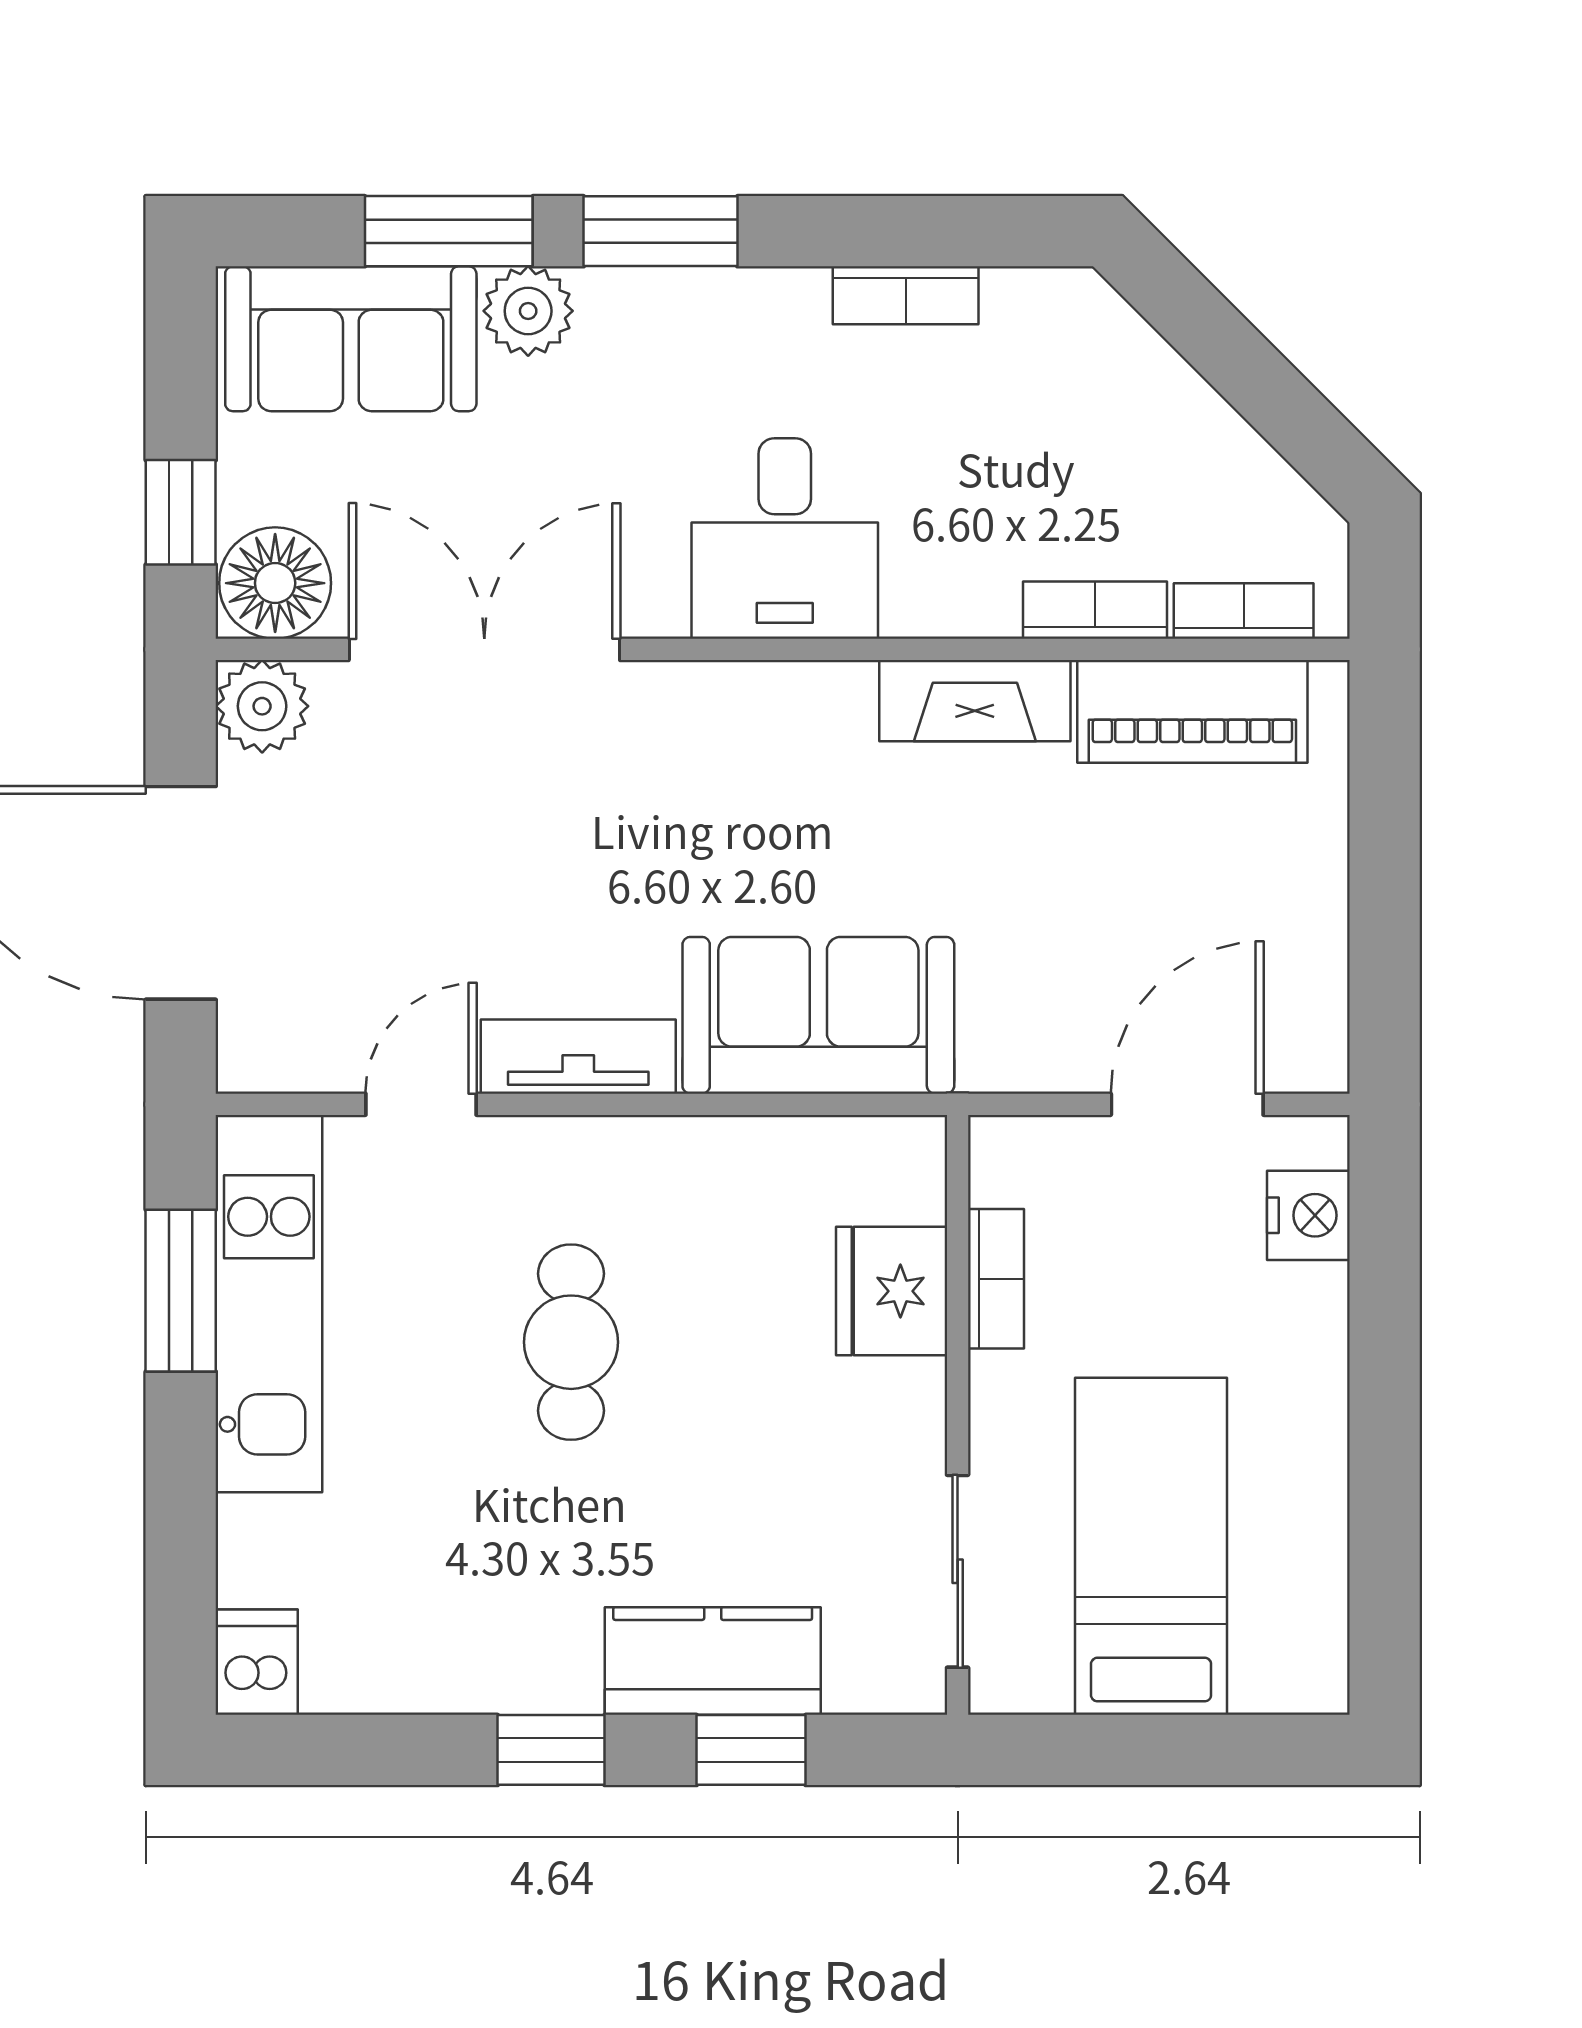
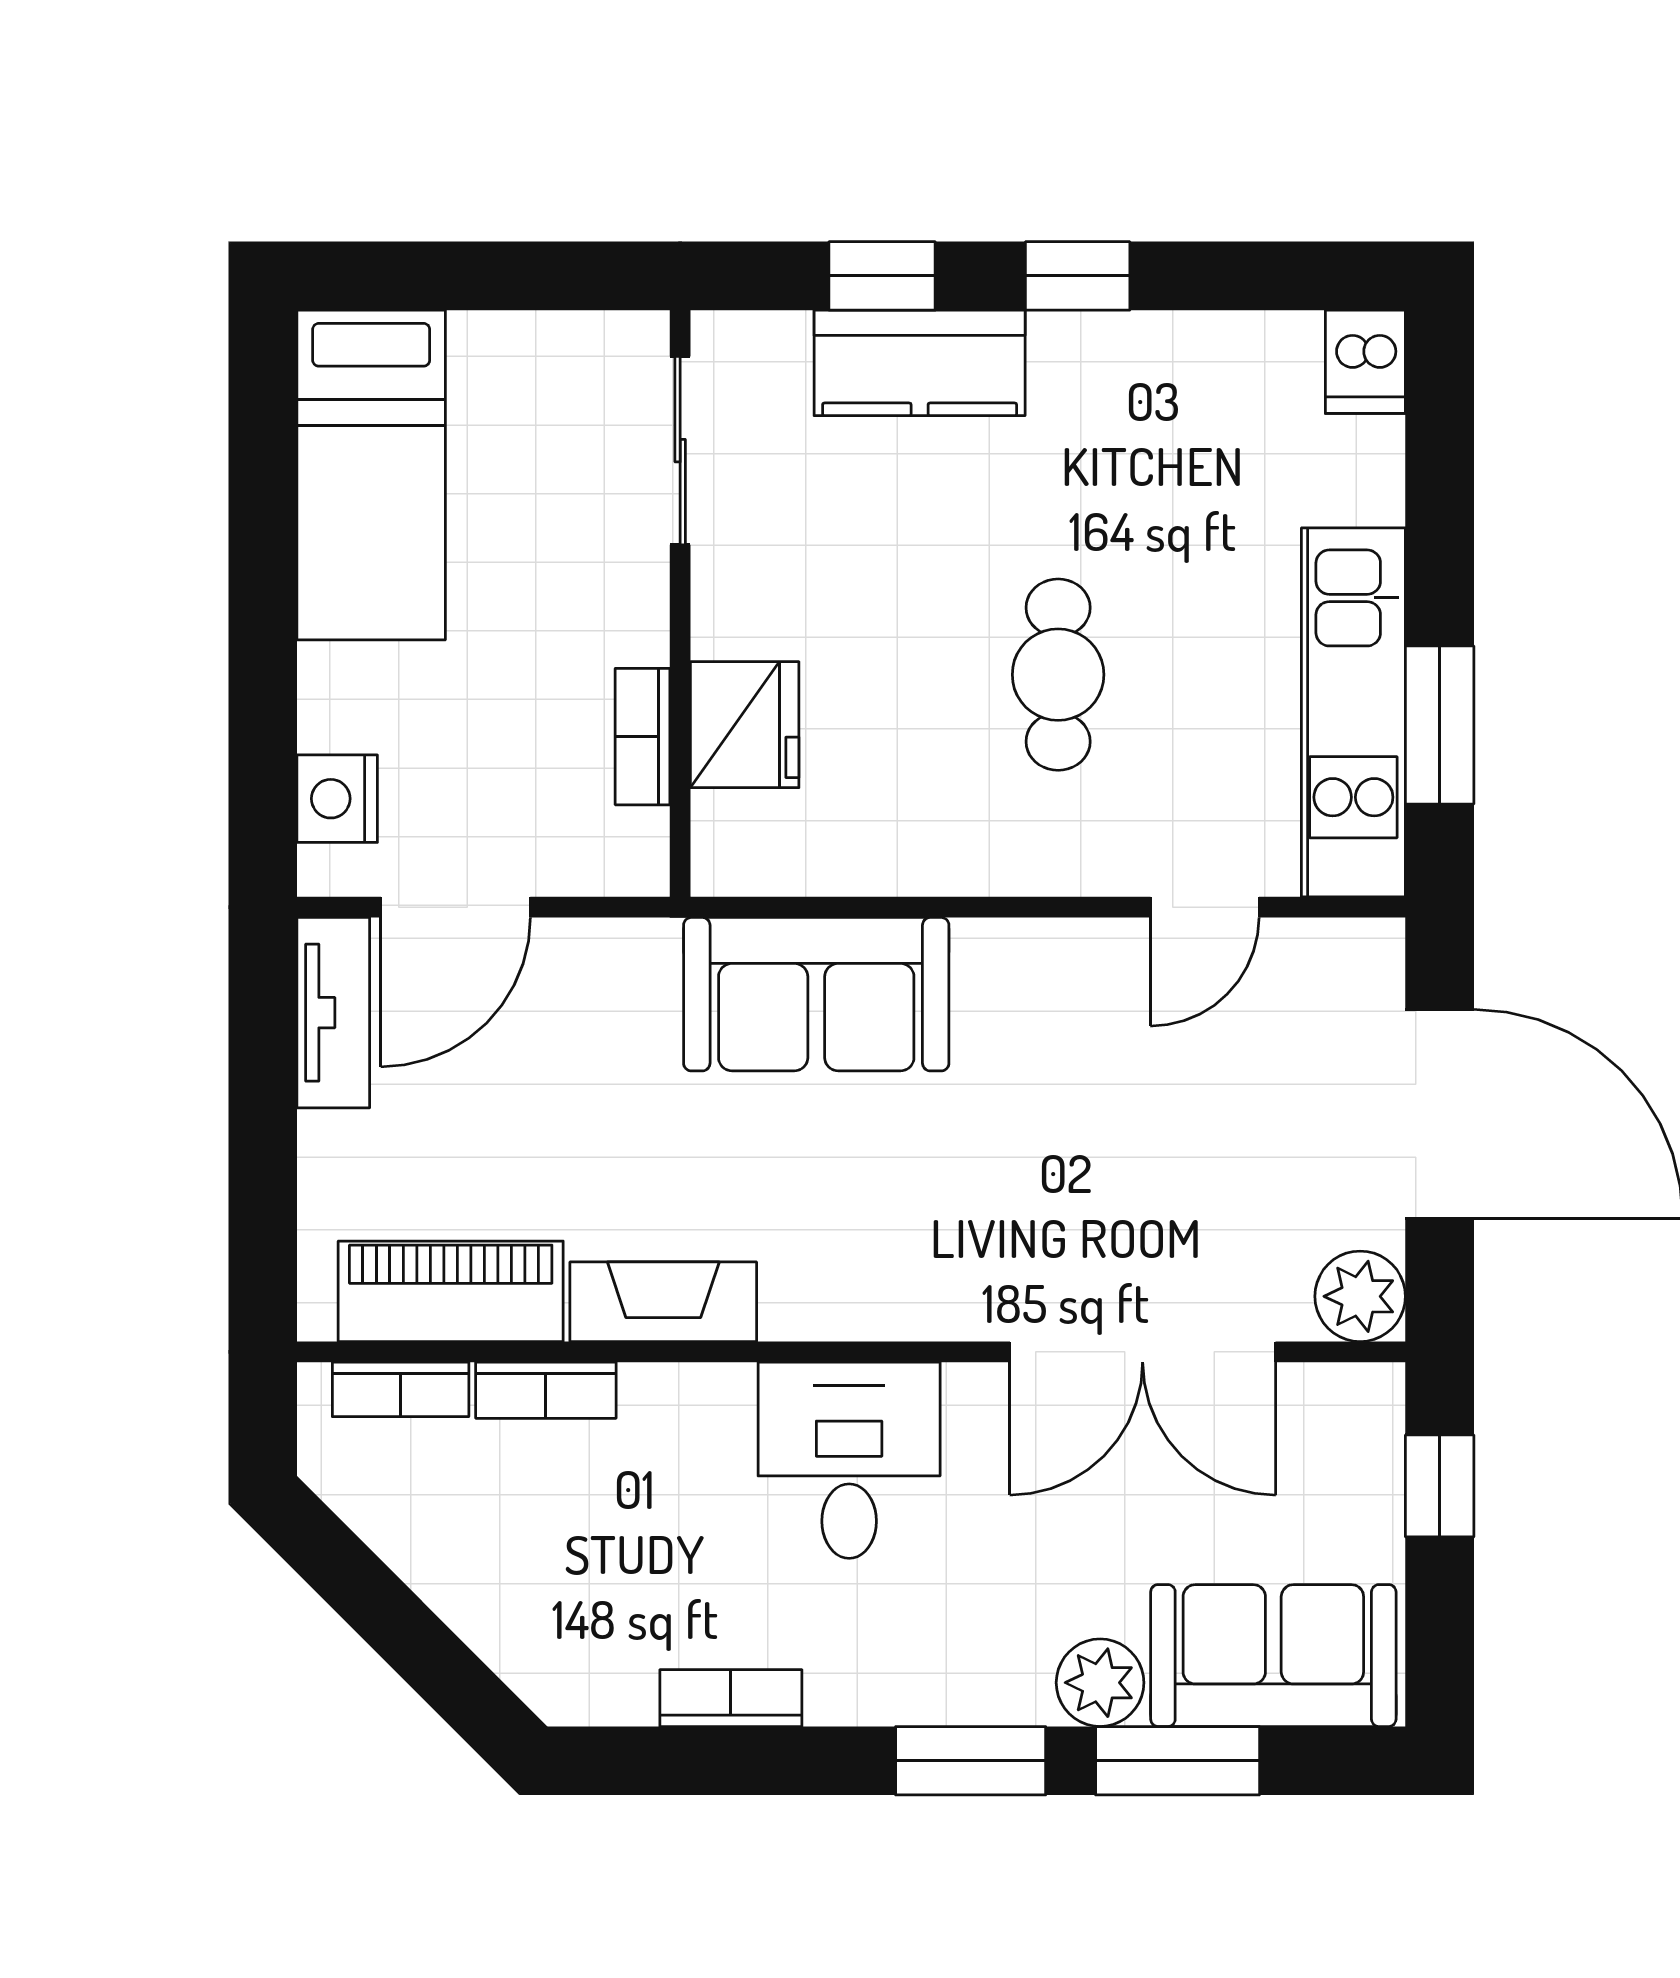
floor lamp: (275, 583) -> (1347, 1417), removed
tv unit: (578, 1057) -> (333, 1013), moved, turned -90
bed: (1151, 1546) -> (371, 475), moved

